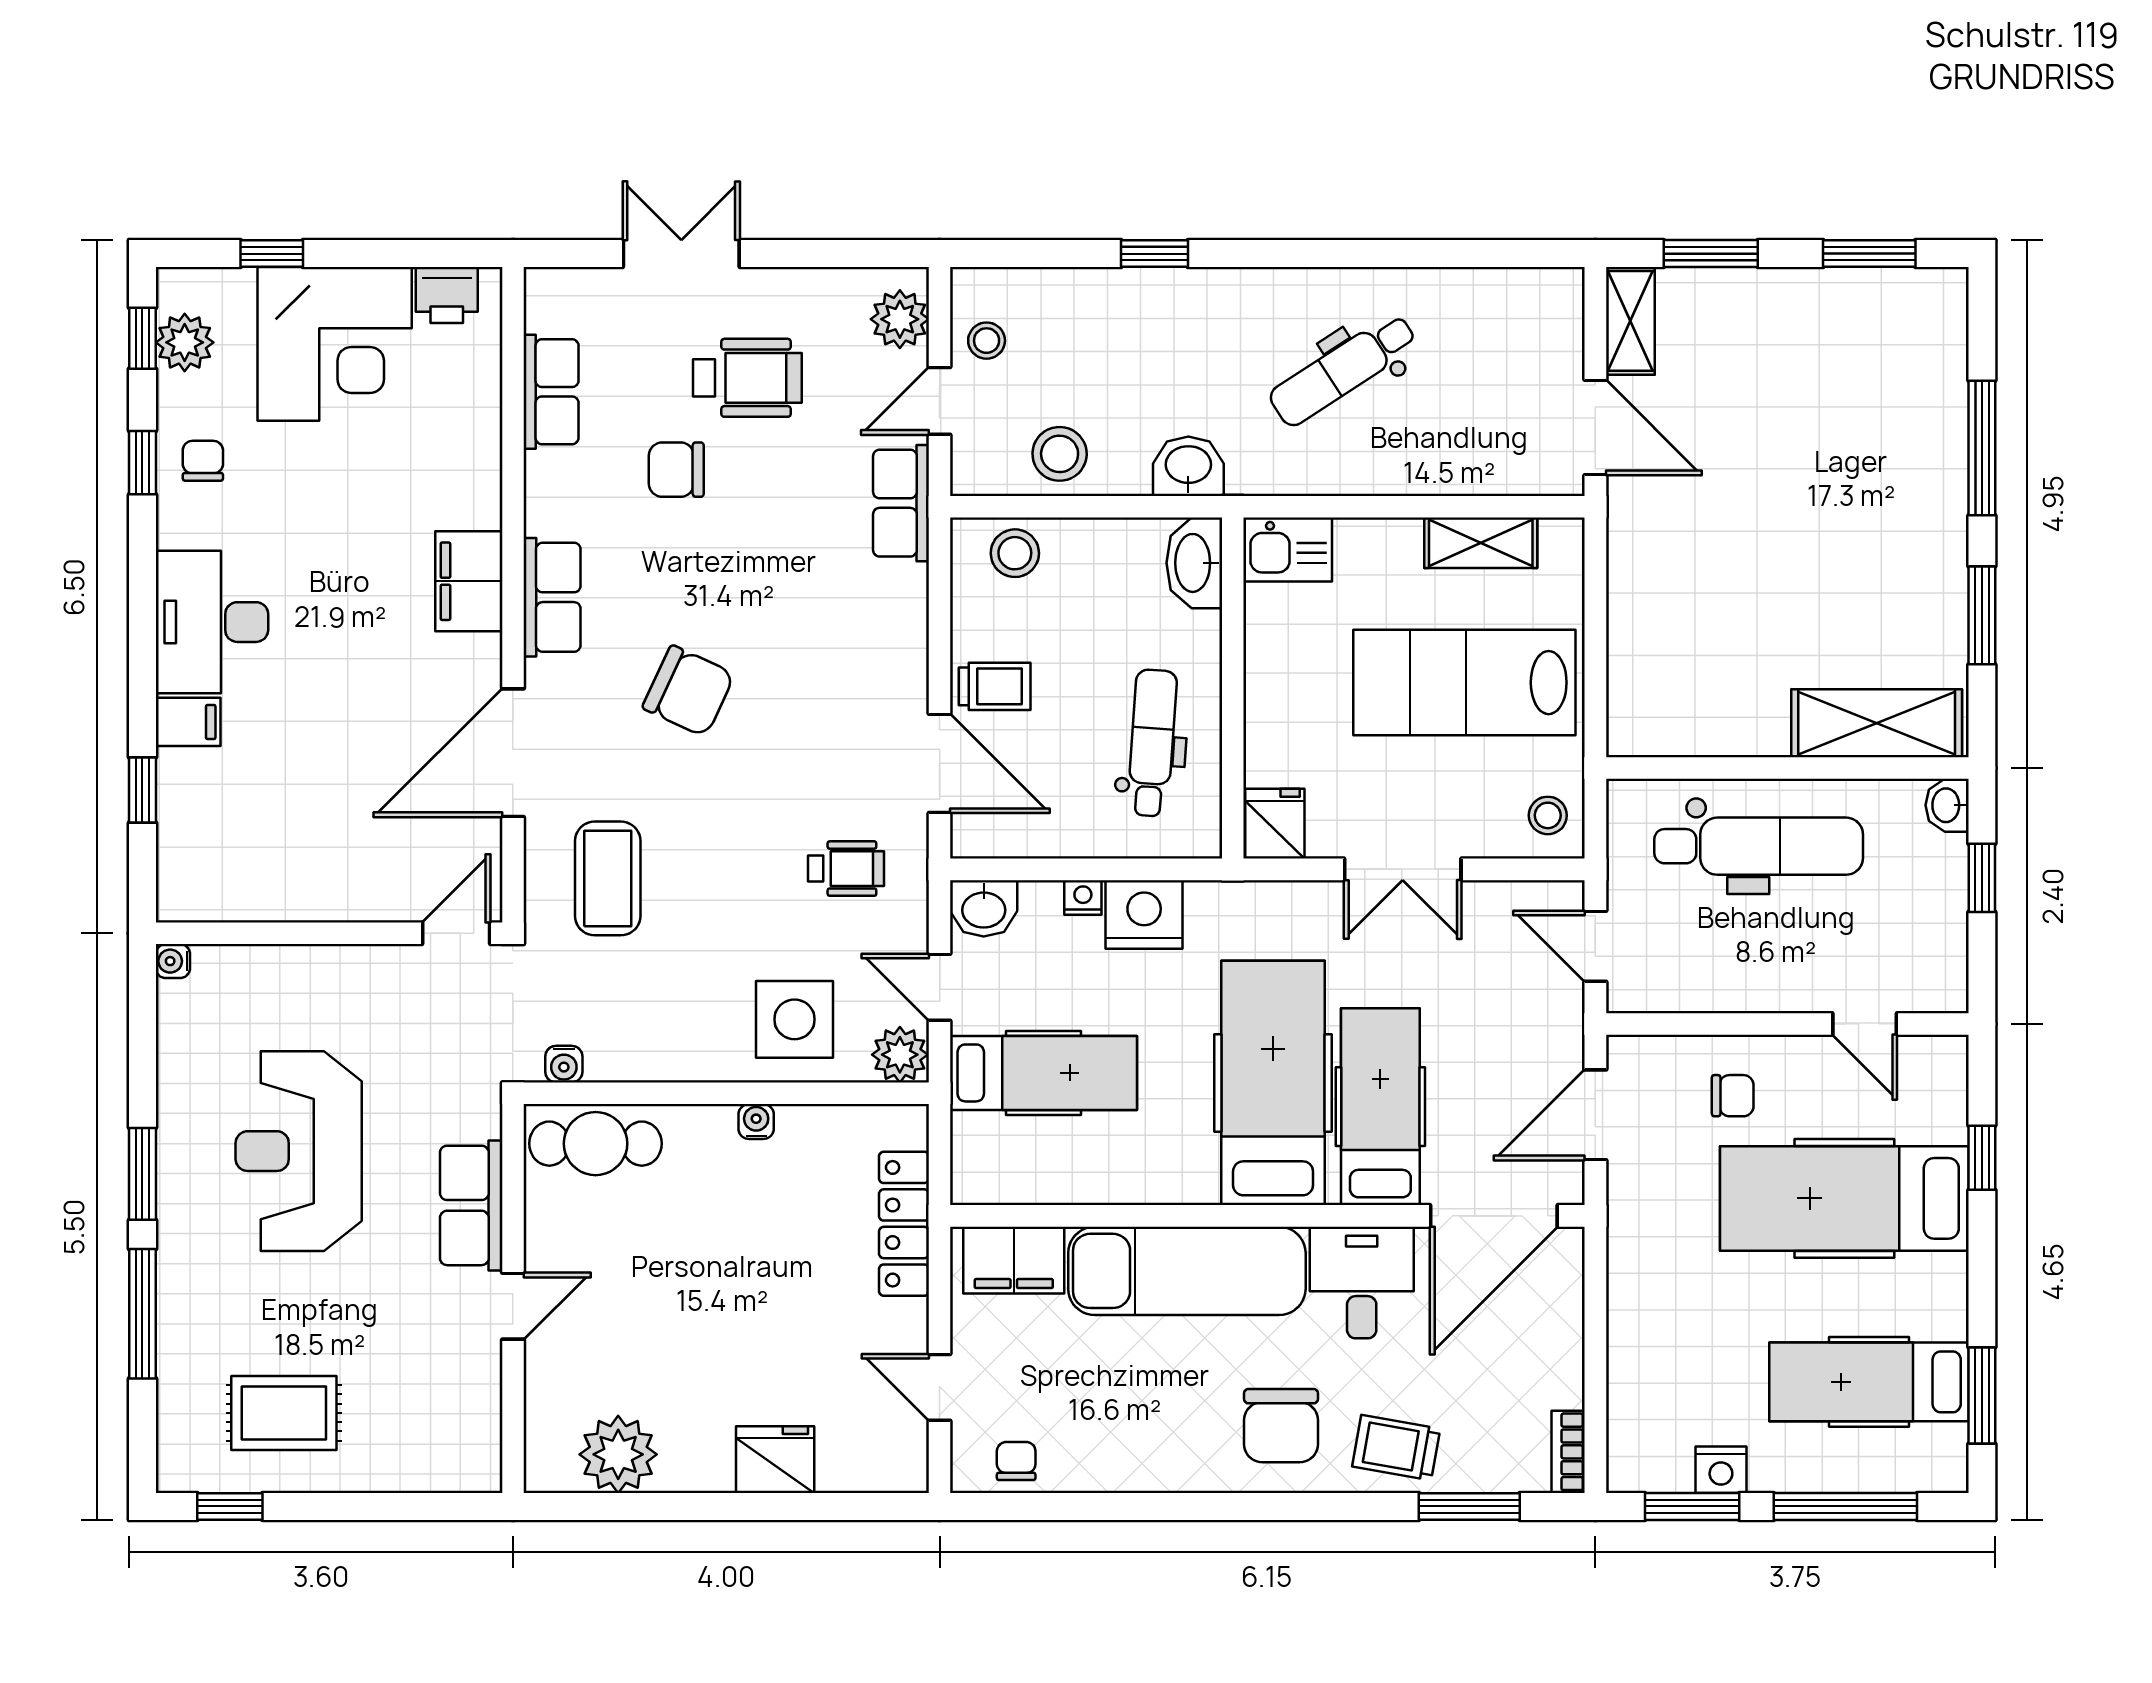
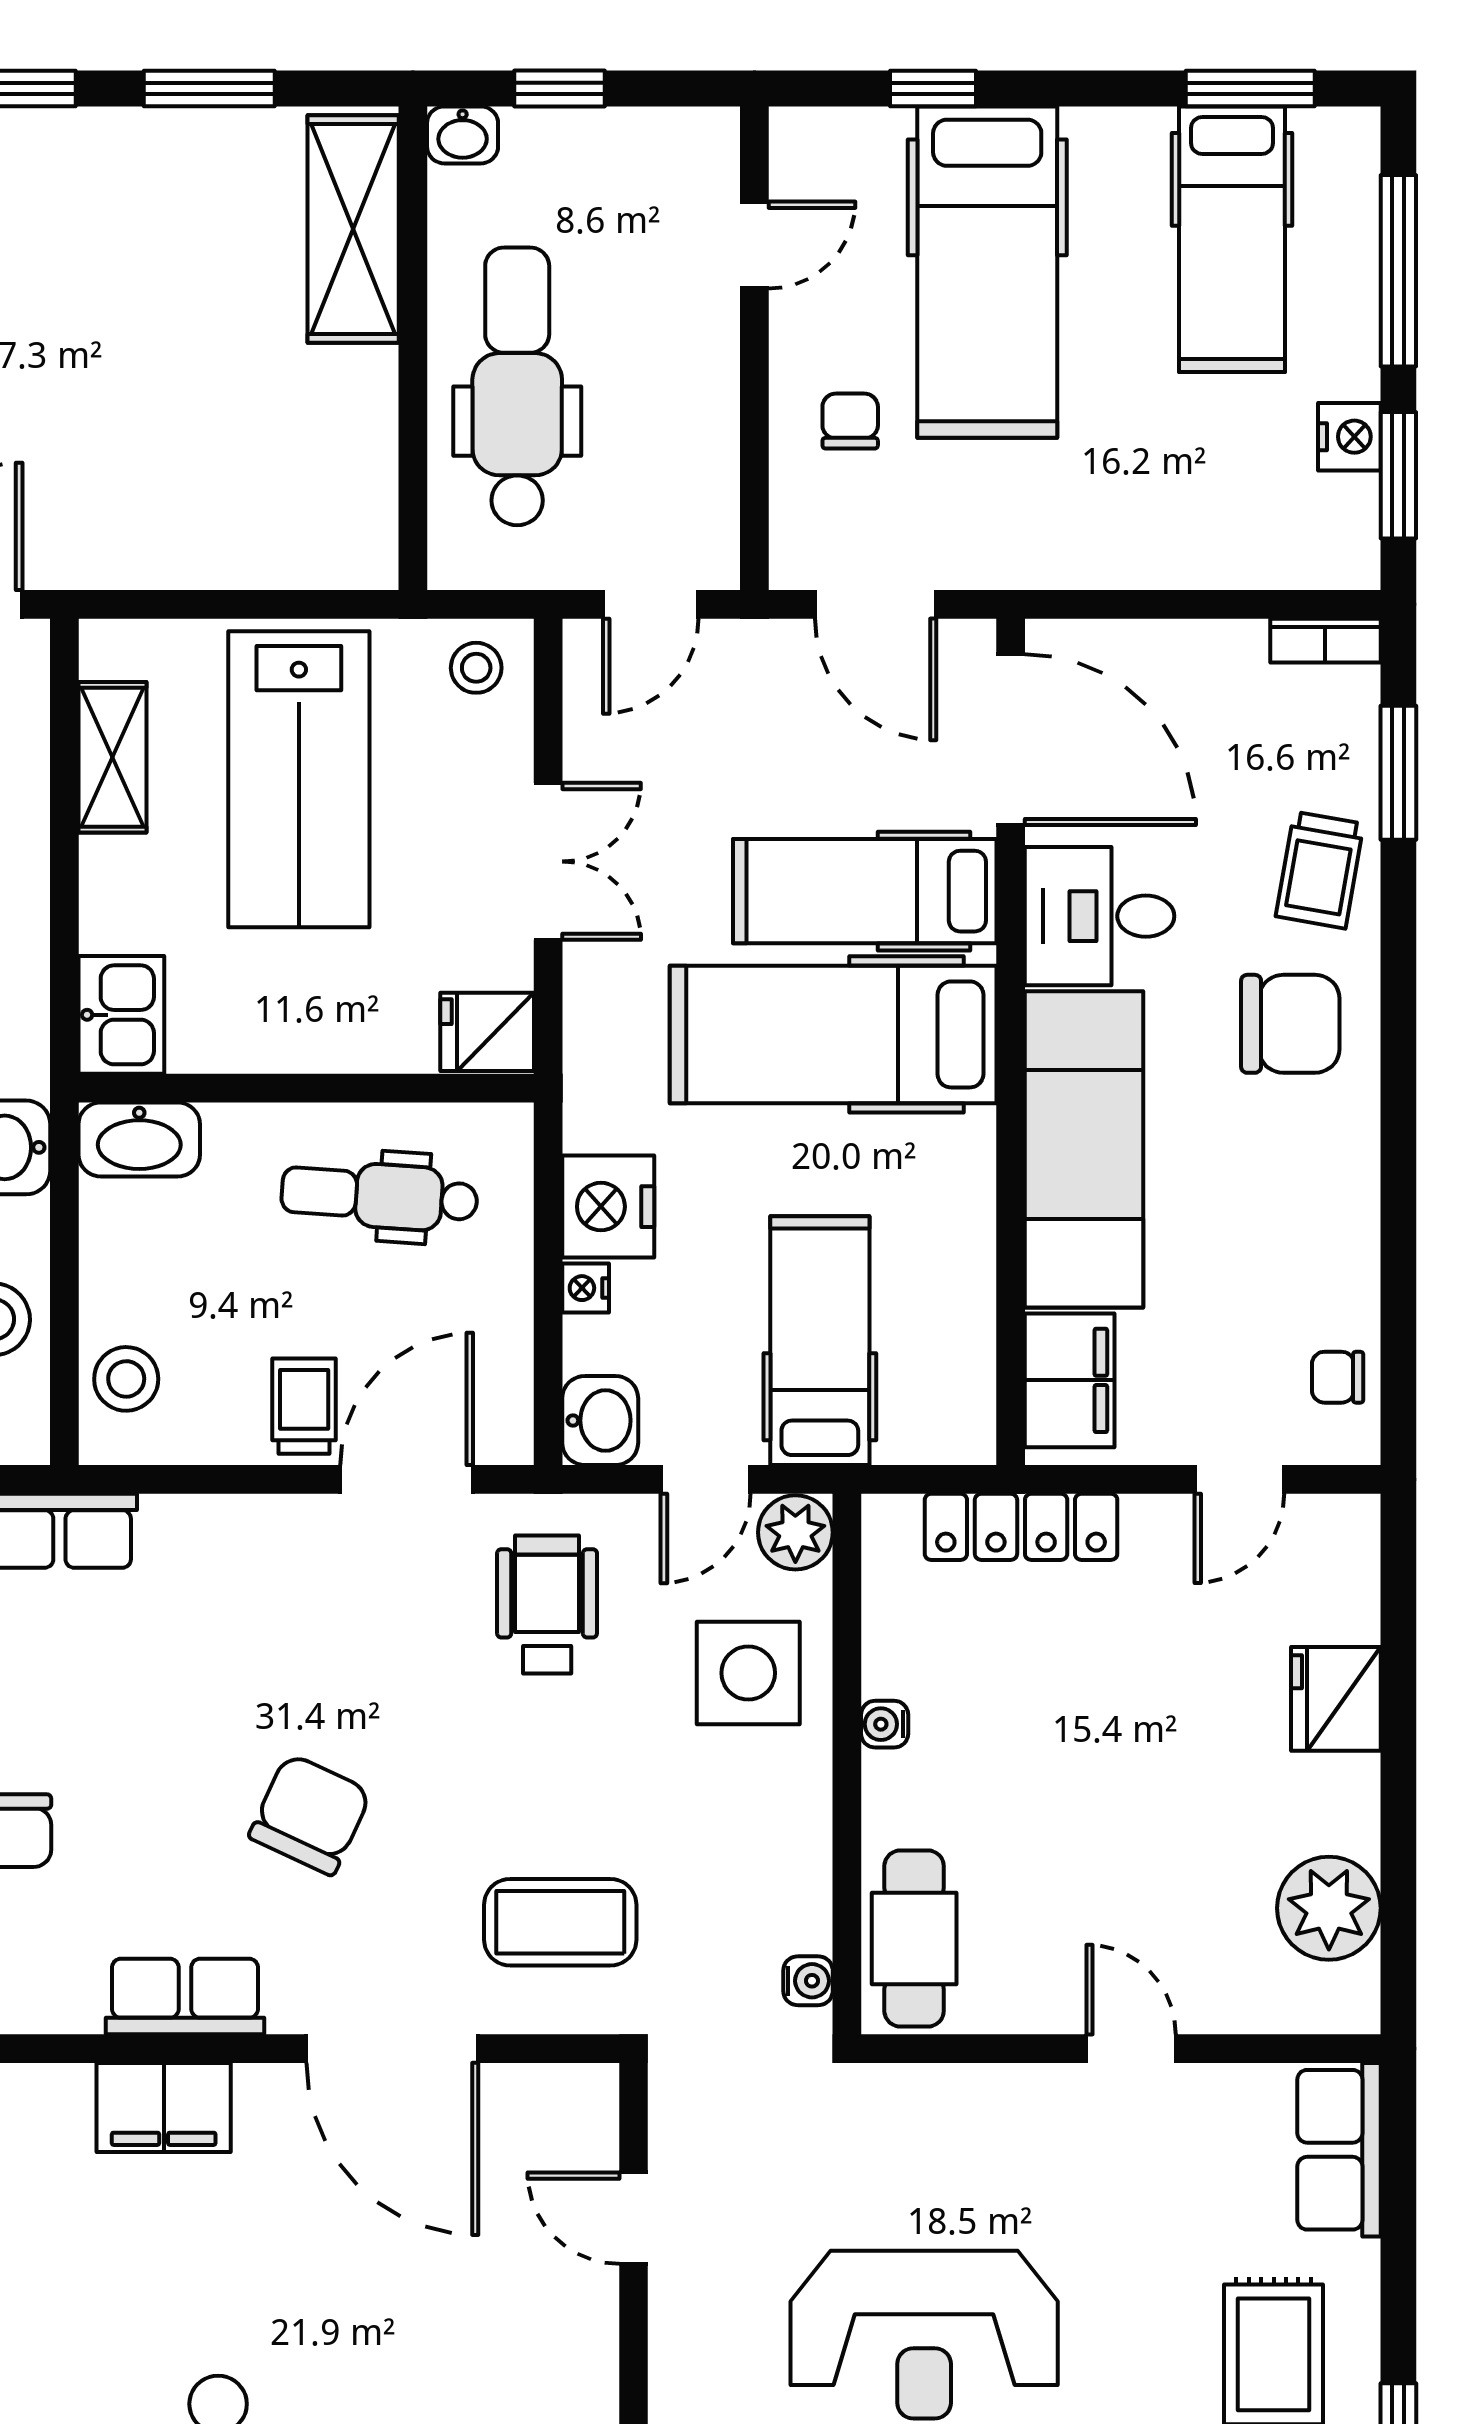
wheelchair: (846, 869) -> (547, 1604), width x1.36, depth x1.37
door: (456, 933) -> (633, 2218), moved
row of seats: (471, 1205) -> (1339, 2150), moved, turned 90

